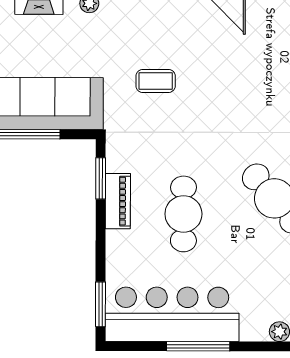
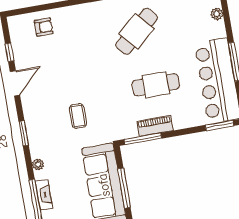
window: (101, 178) -> (143, 139), width x1.44

